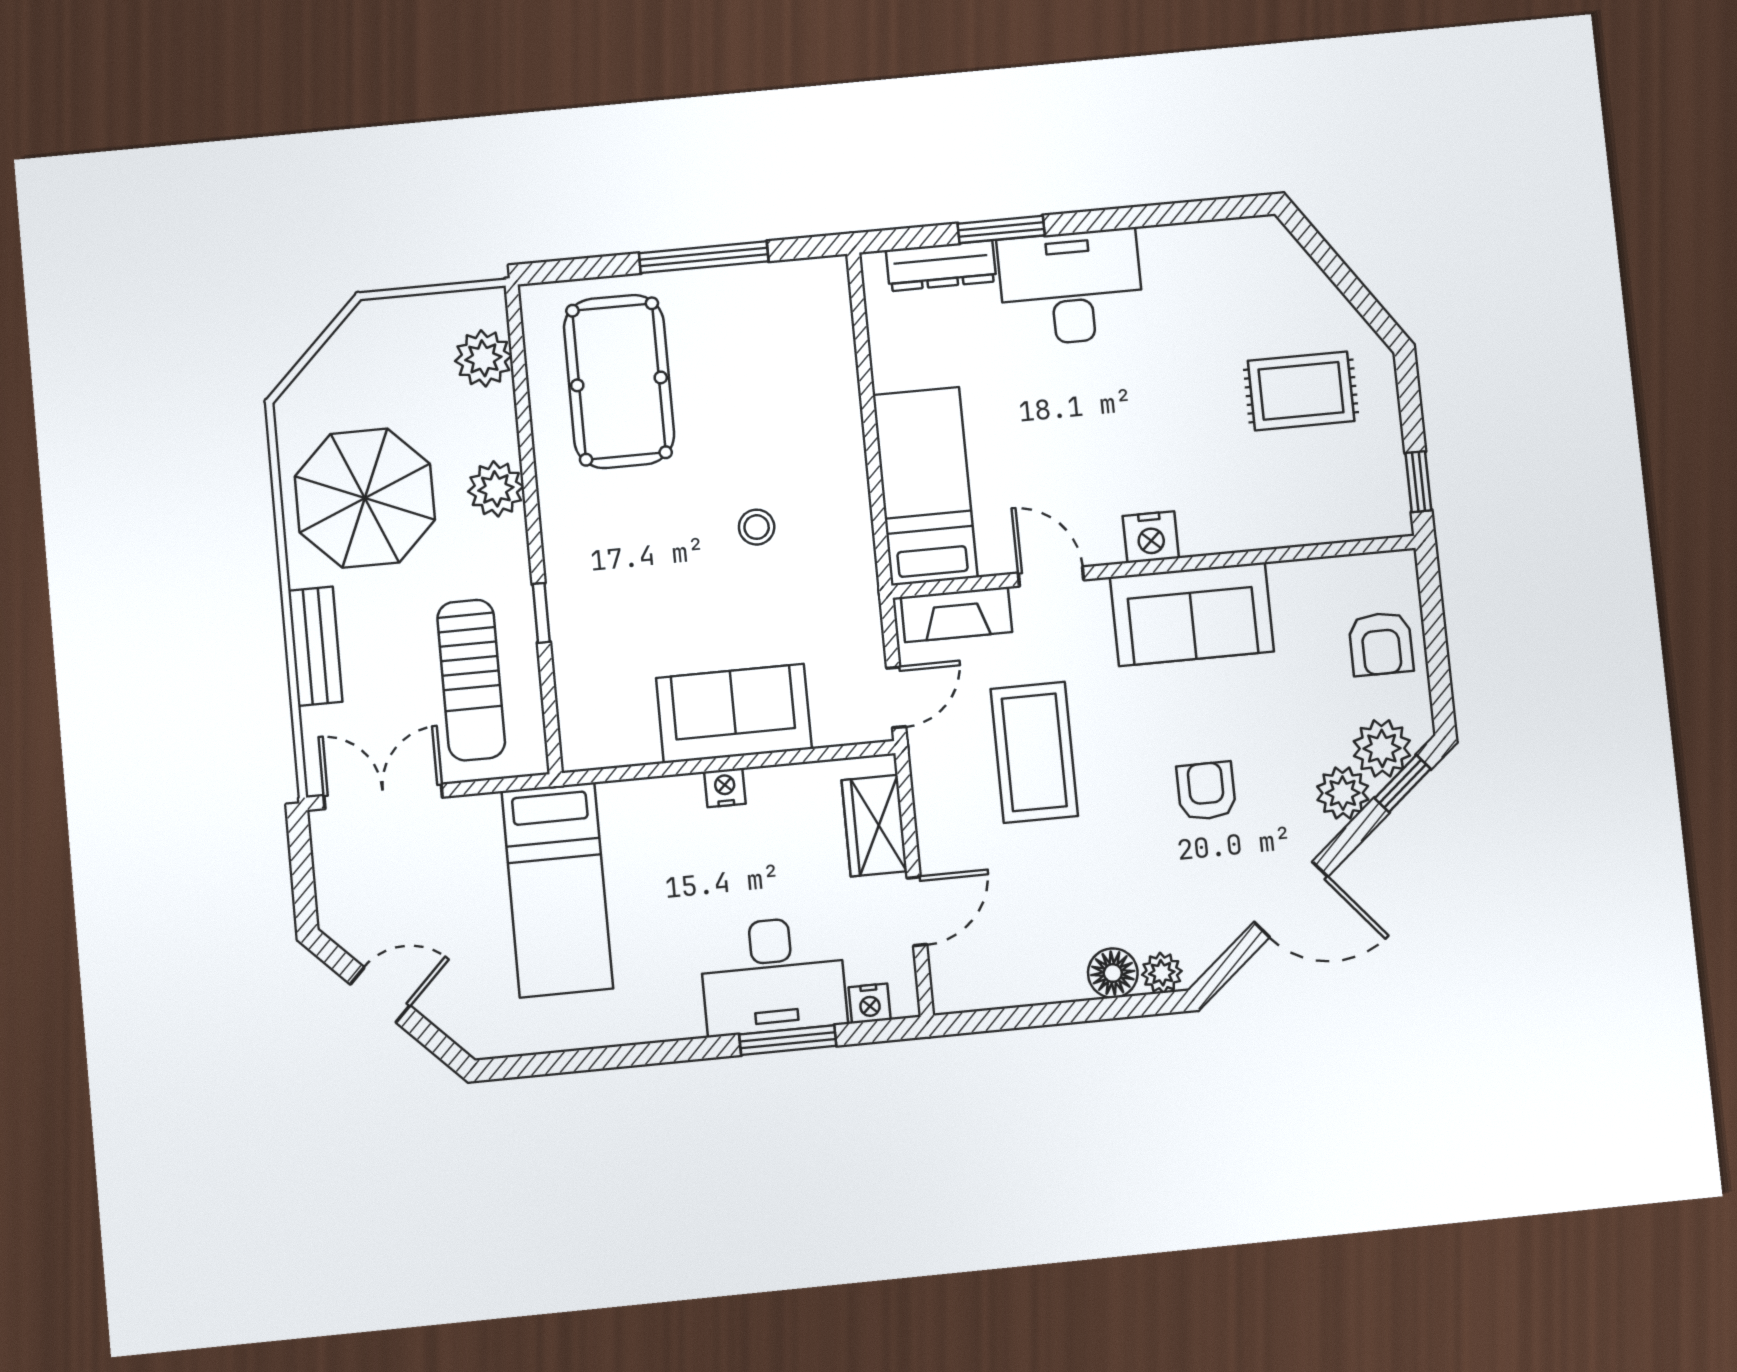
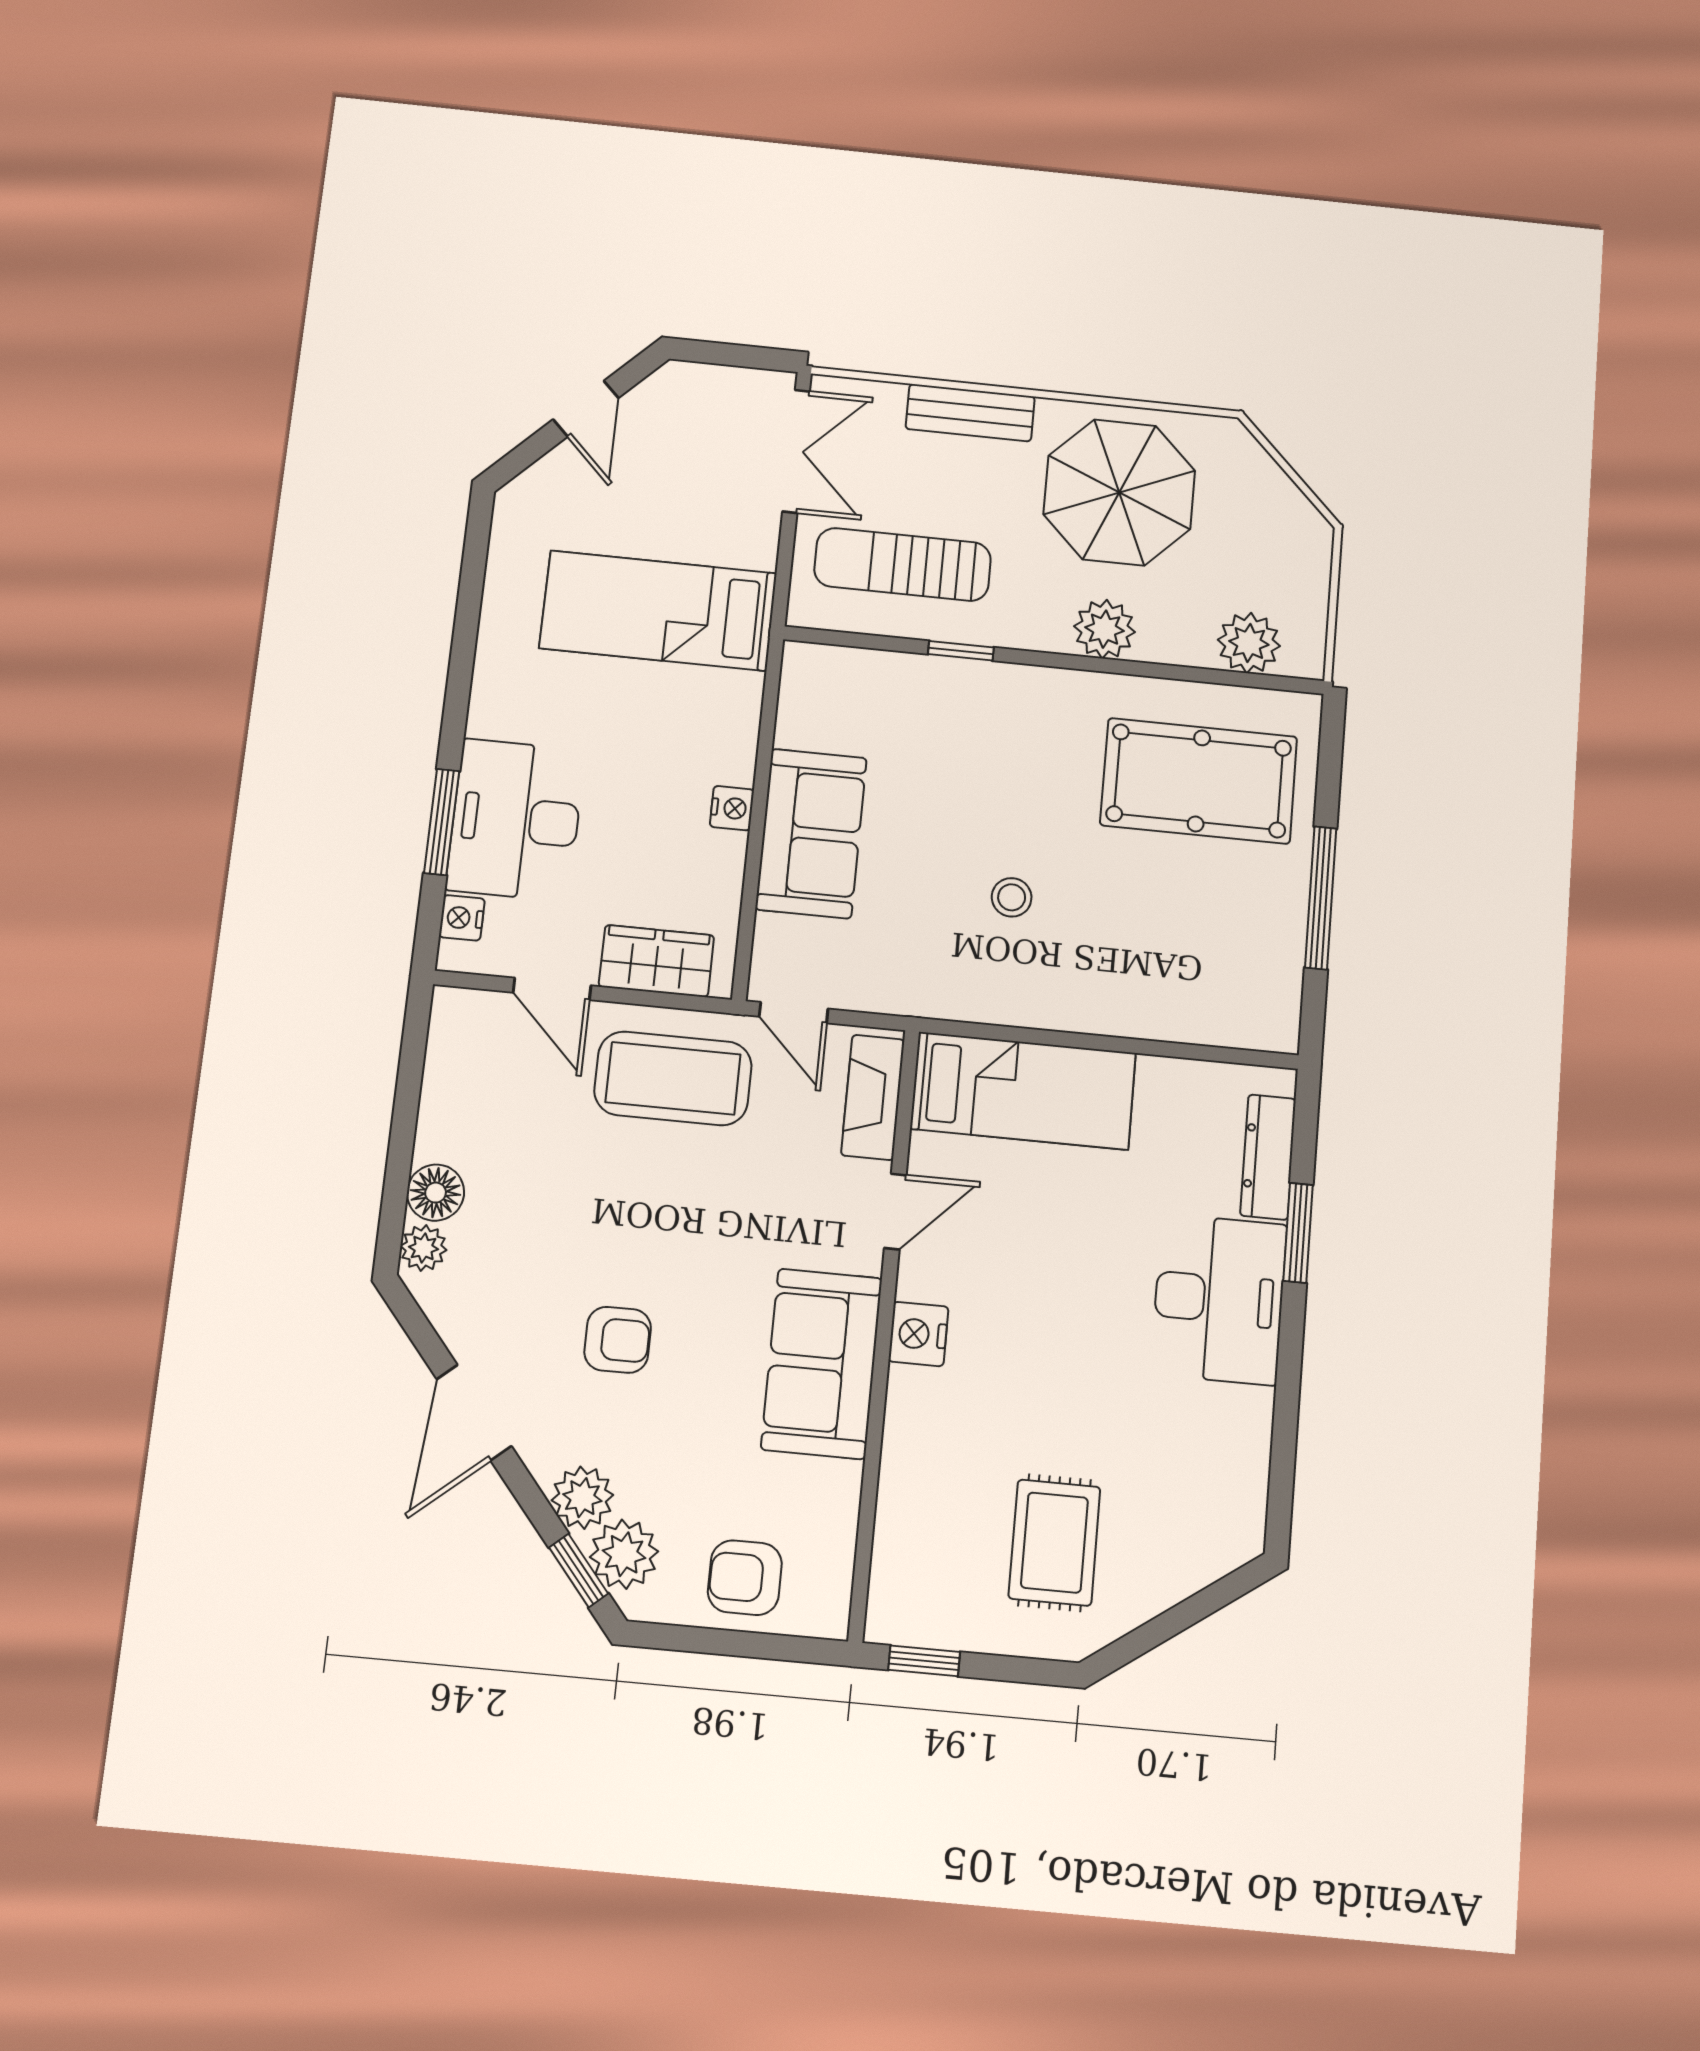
coffee table: (1034, 752) -> (673, 1078), moved

